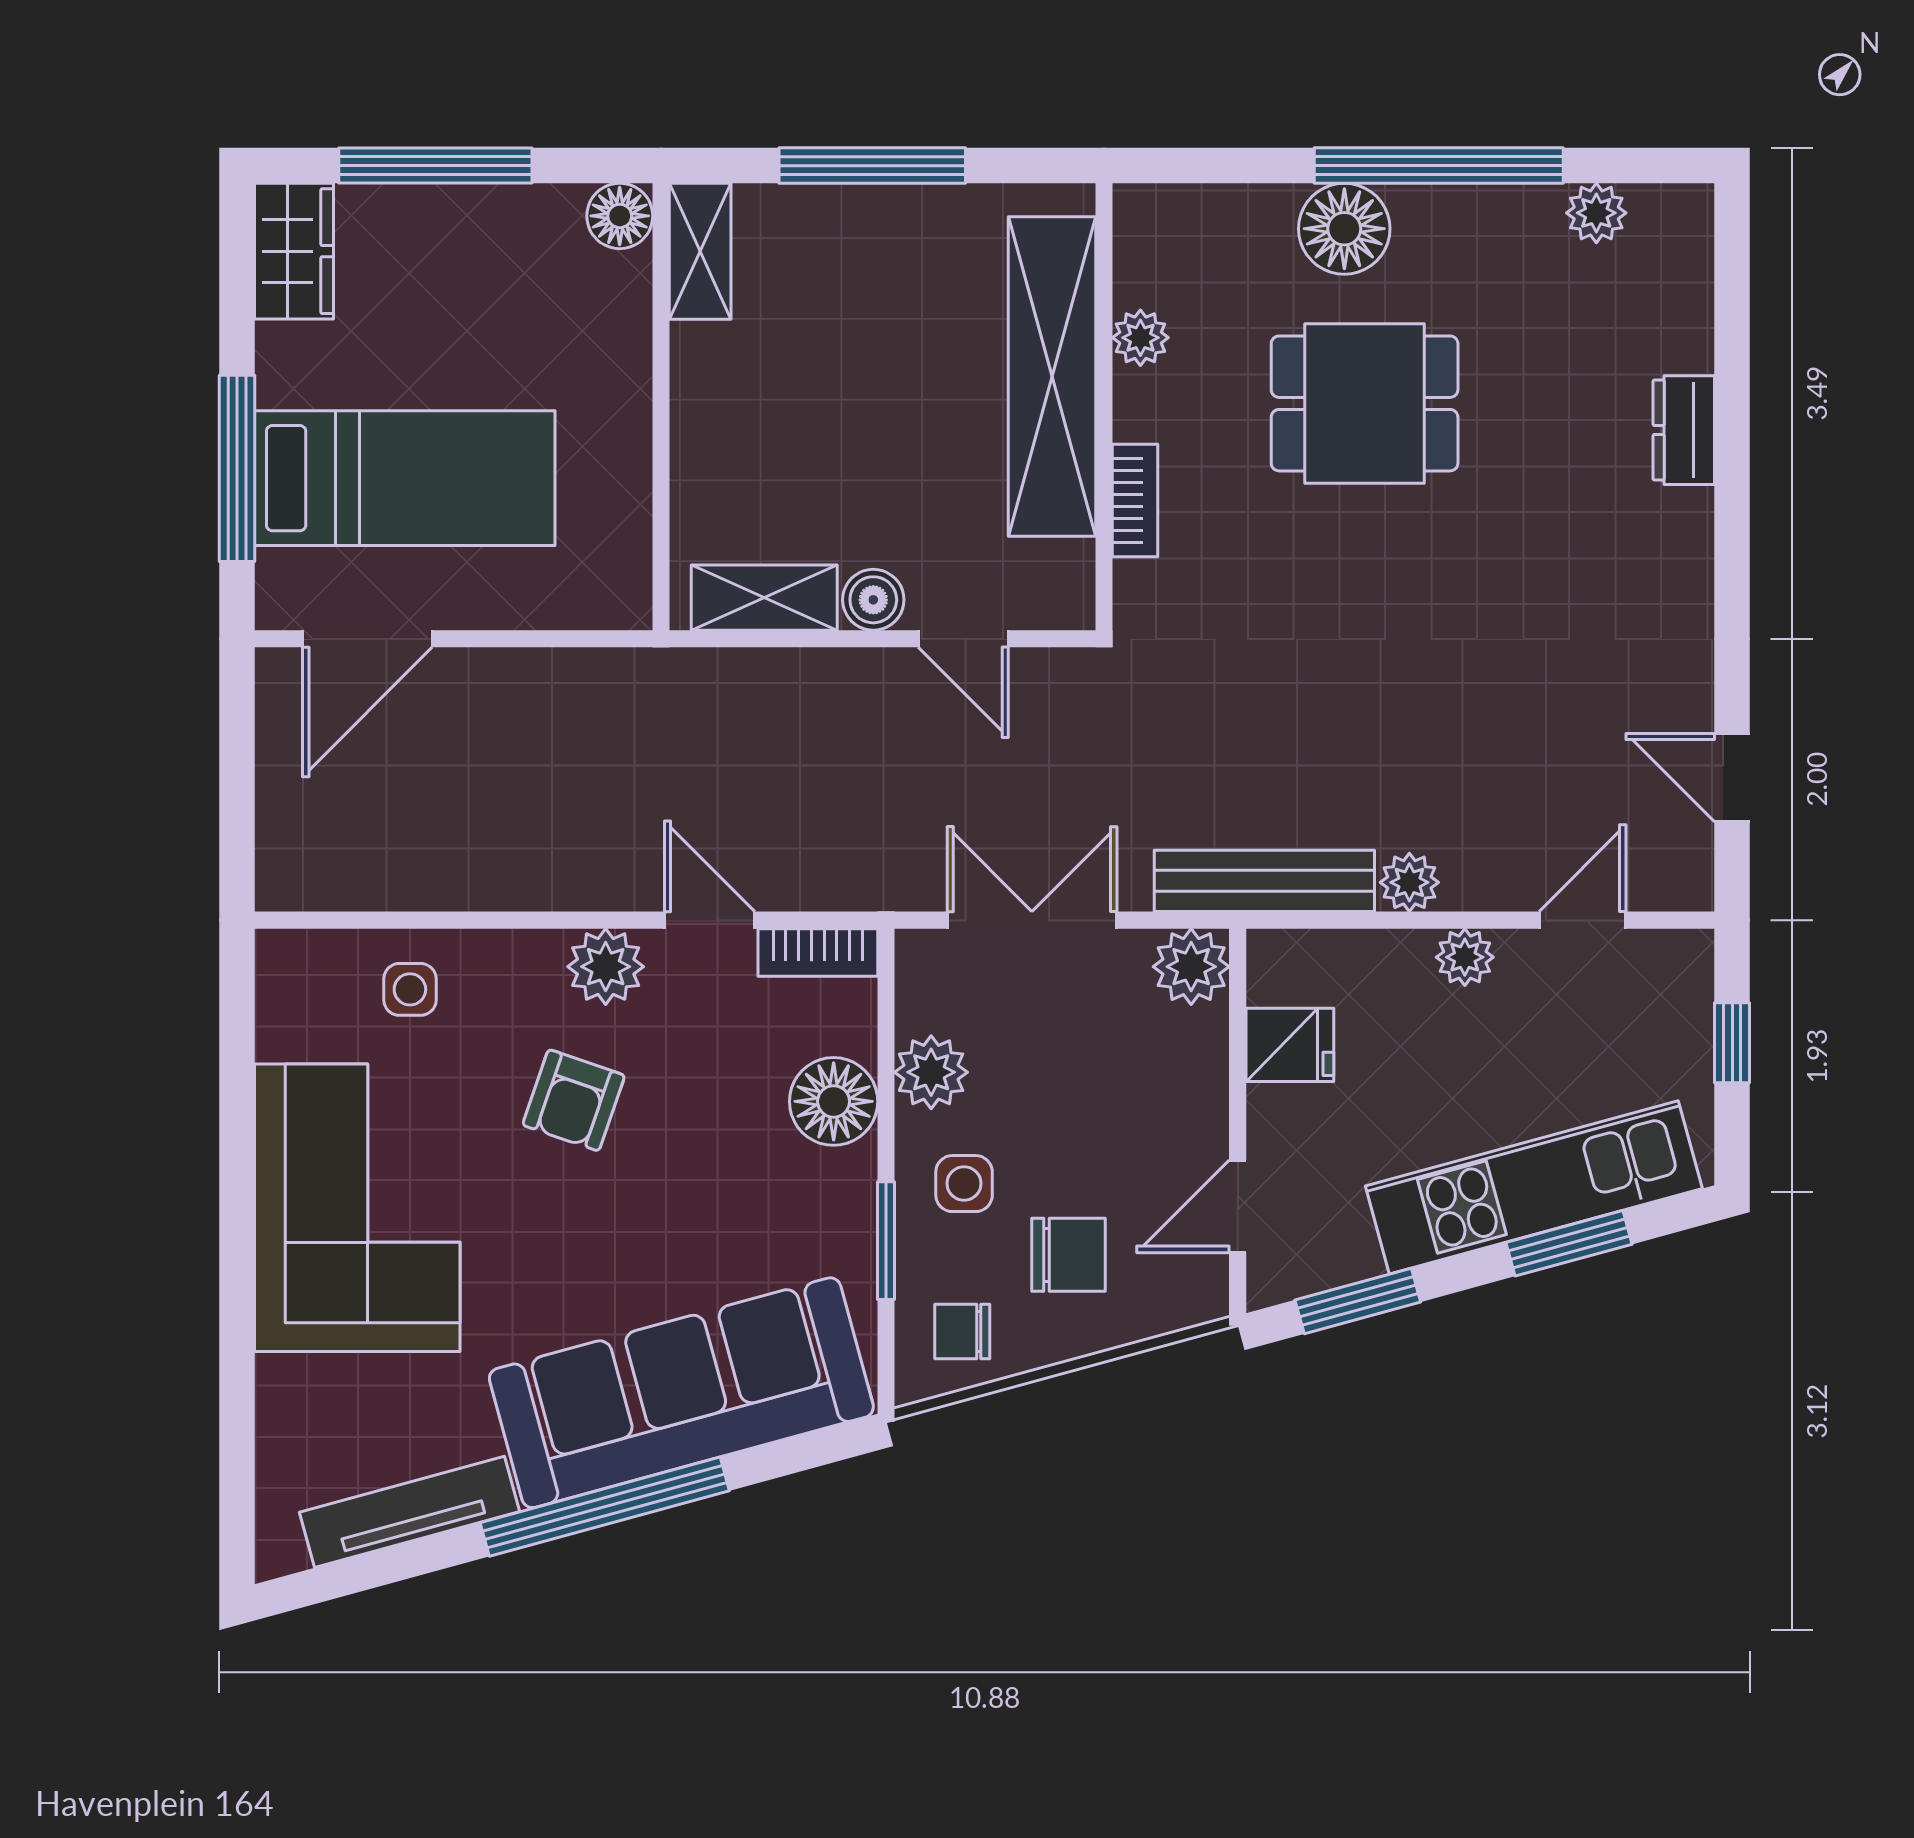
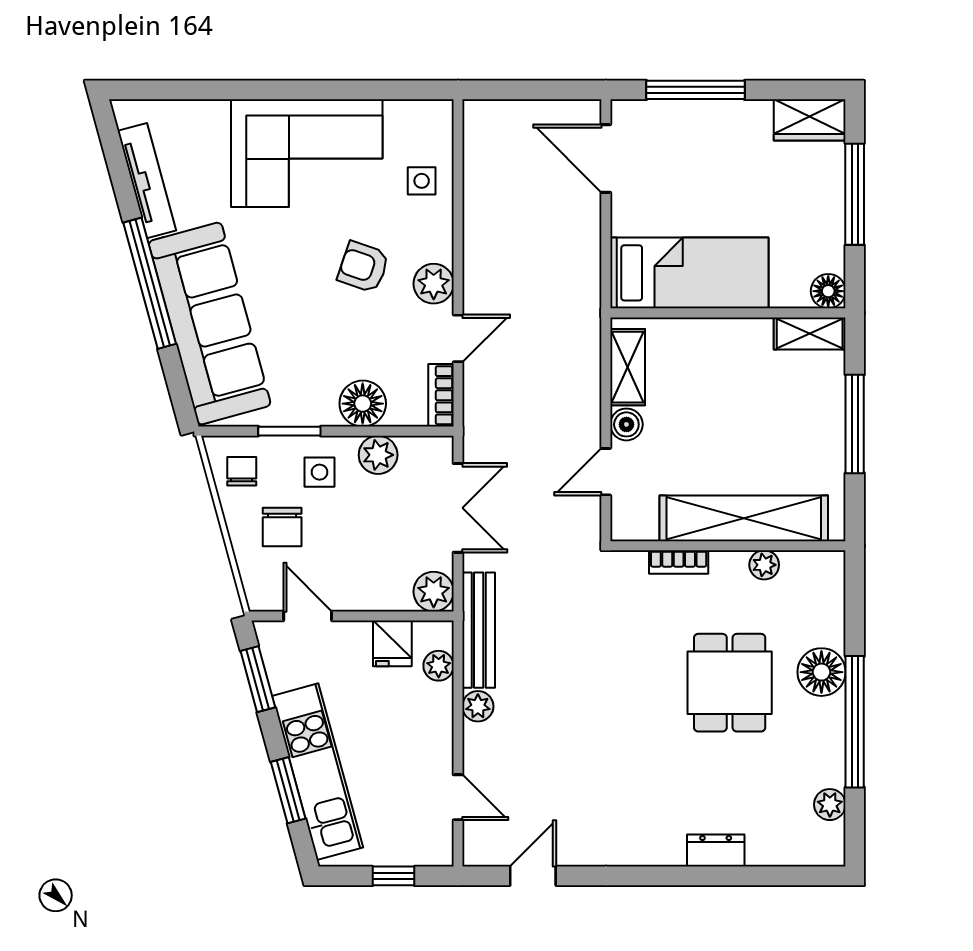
bed: (405, 478) -> (689, 273), moved, turned -90
plant: (1465, 957) -> (439, 666), moved

